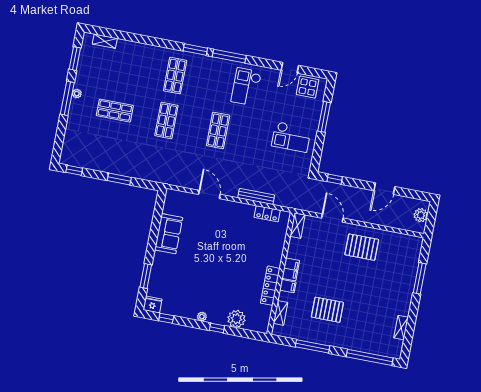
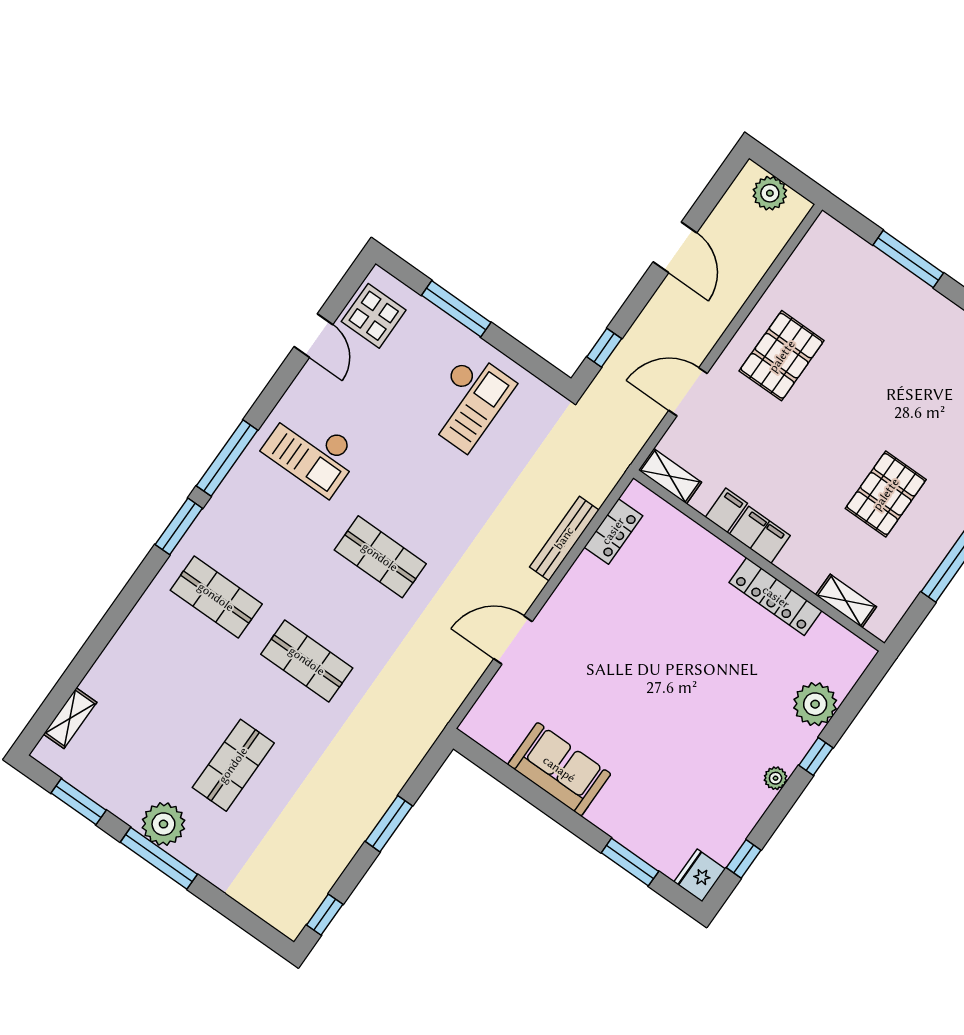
plant: (77, 94) -> (163, 824), width x1.88, depth x1.88
filing cabinet: (288, 286) -> (726, 510), moved

